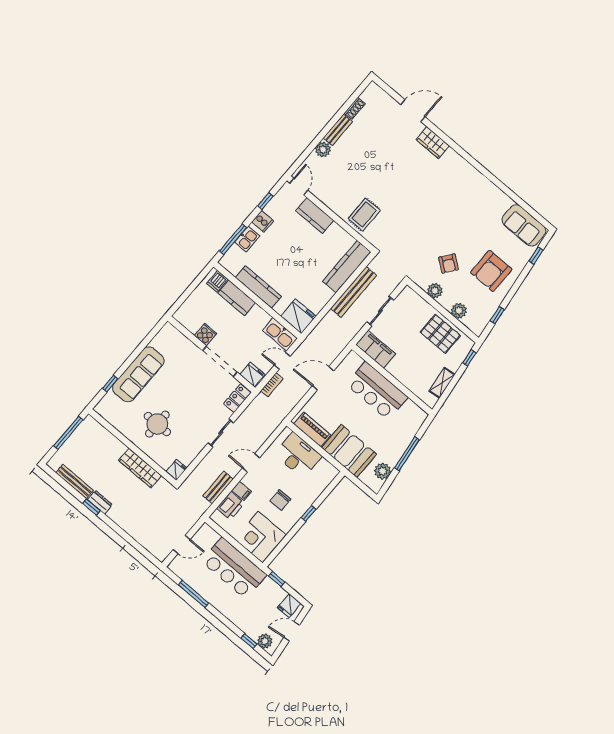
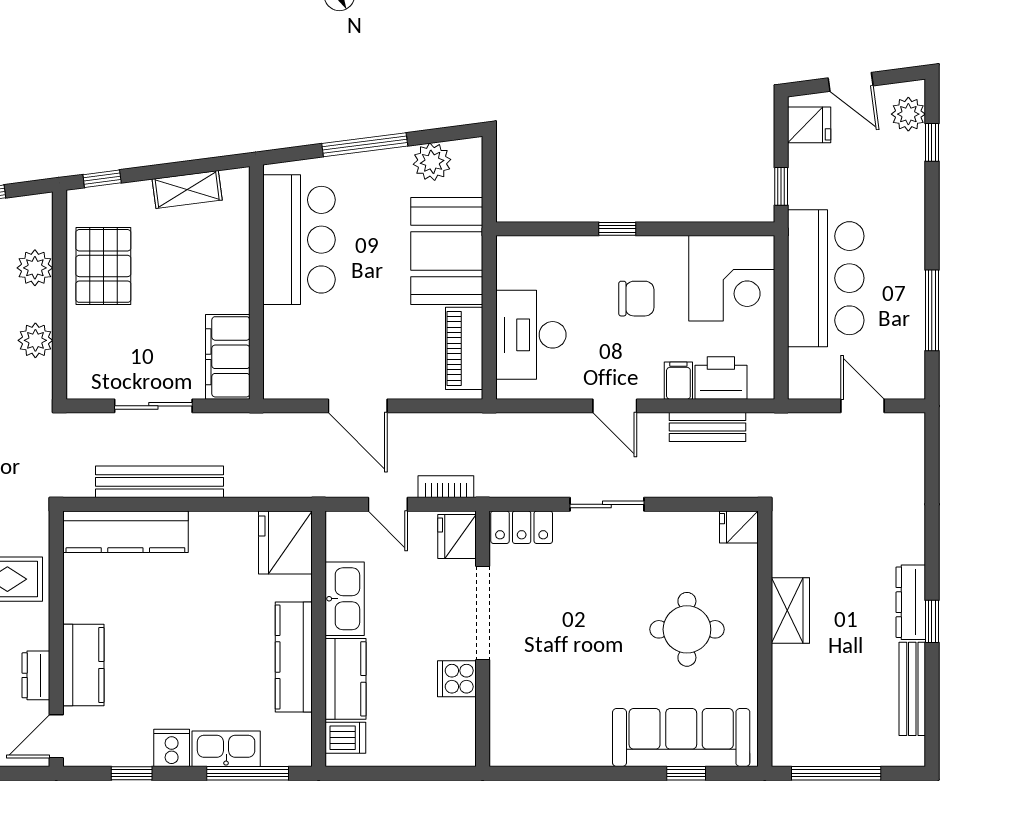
dresser: (325, 197) -> (36, 675), added
kitchen sink: (247, 239) -> (226, 749), width x1.38
kitchen sink: (280, 334) -> (345, 599), moved
sofa: (138, 374) -> (681, 738), moved
bar counter: (377, 391) -> (299, 240), moved
wardrobe: (140, 468) -> (790, 610), width x0.67
dresser: (100, 502) -> (911, 602), width x1.44

